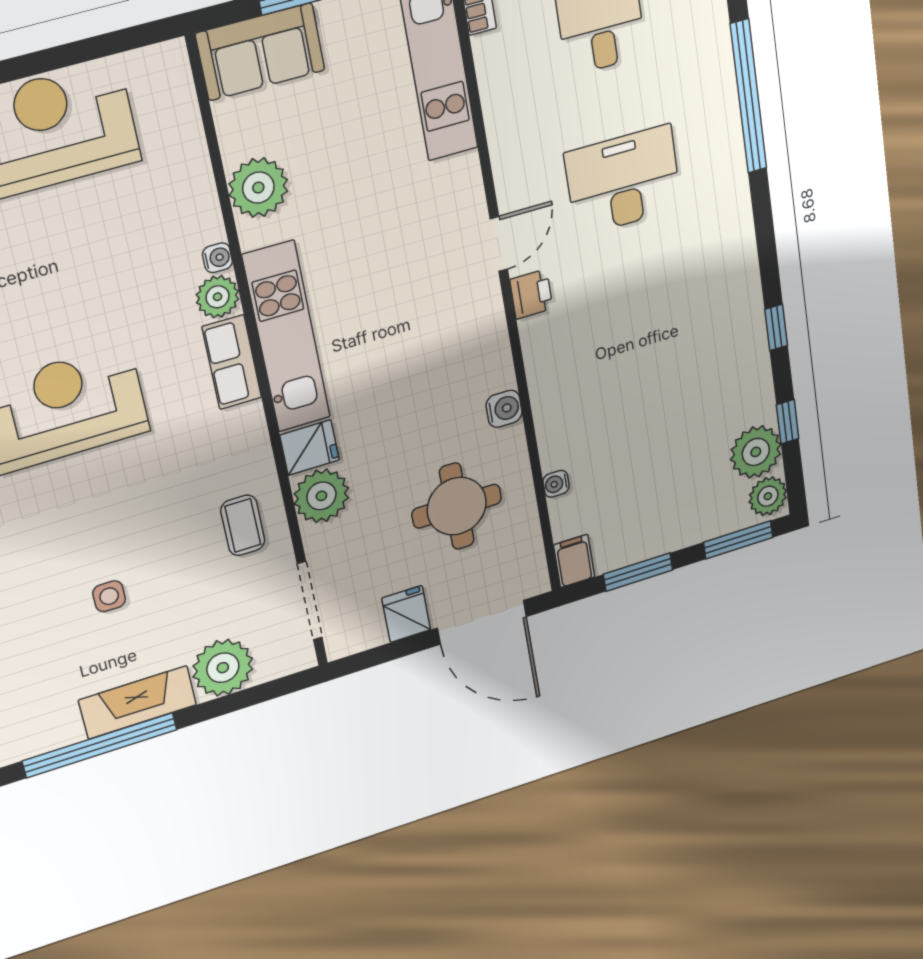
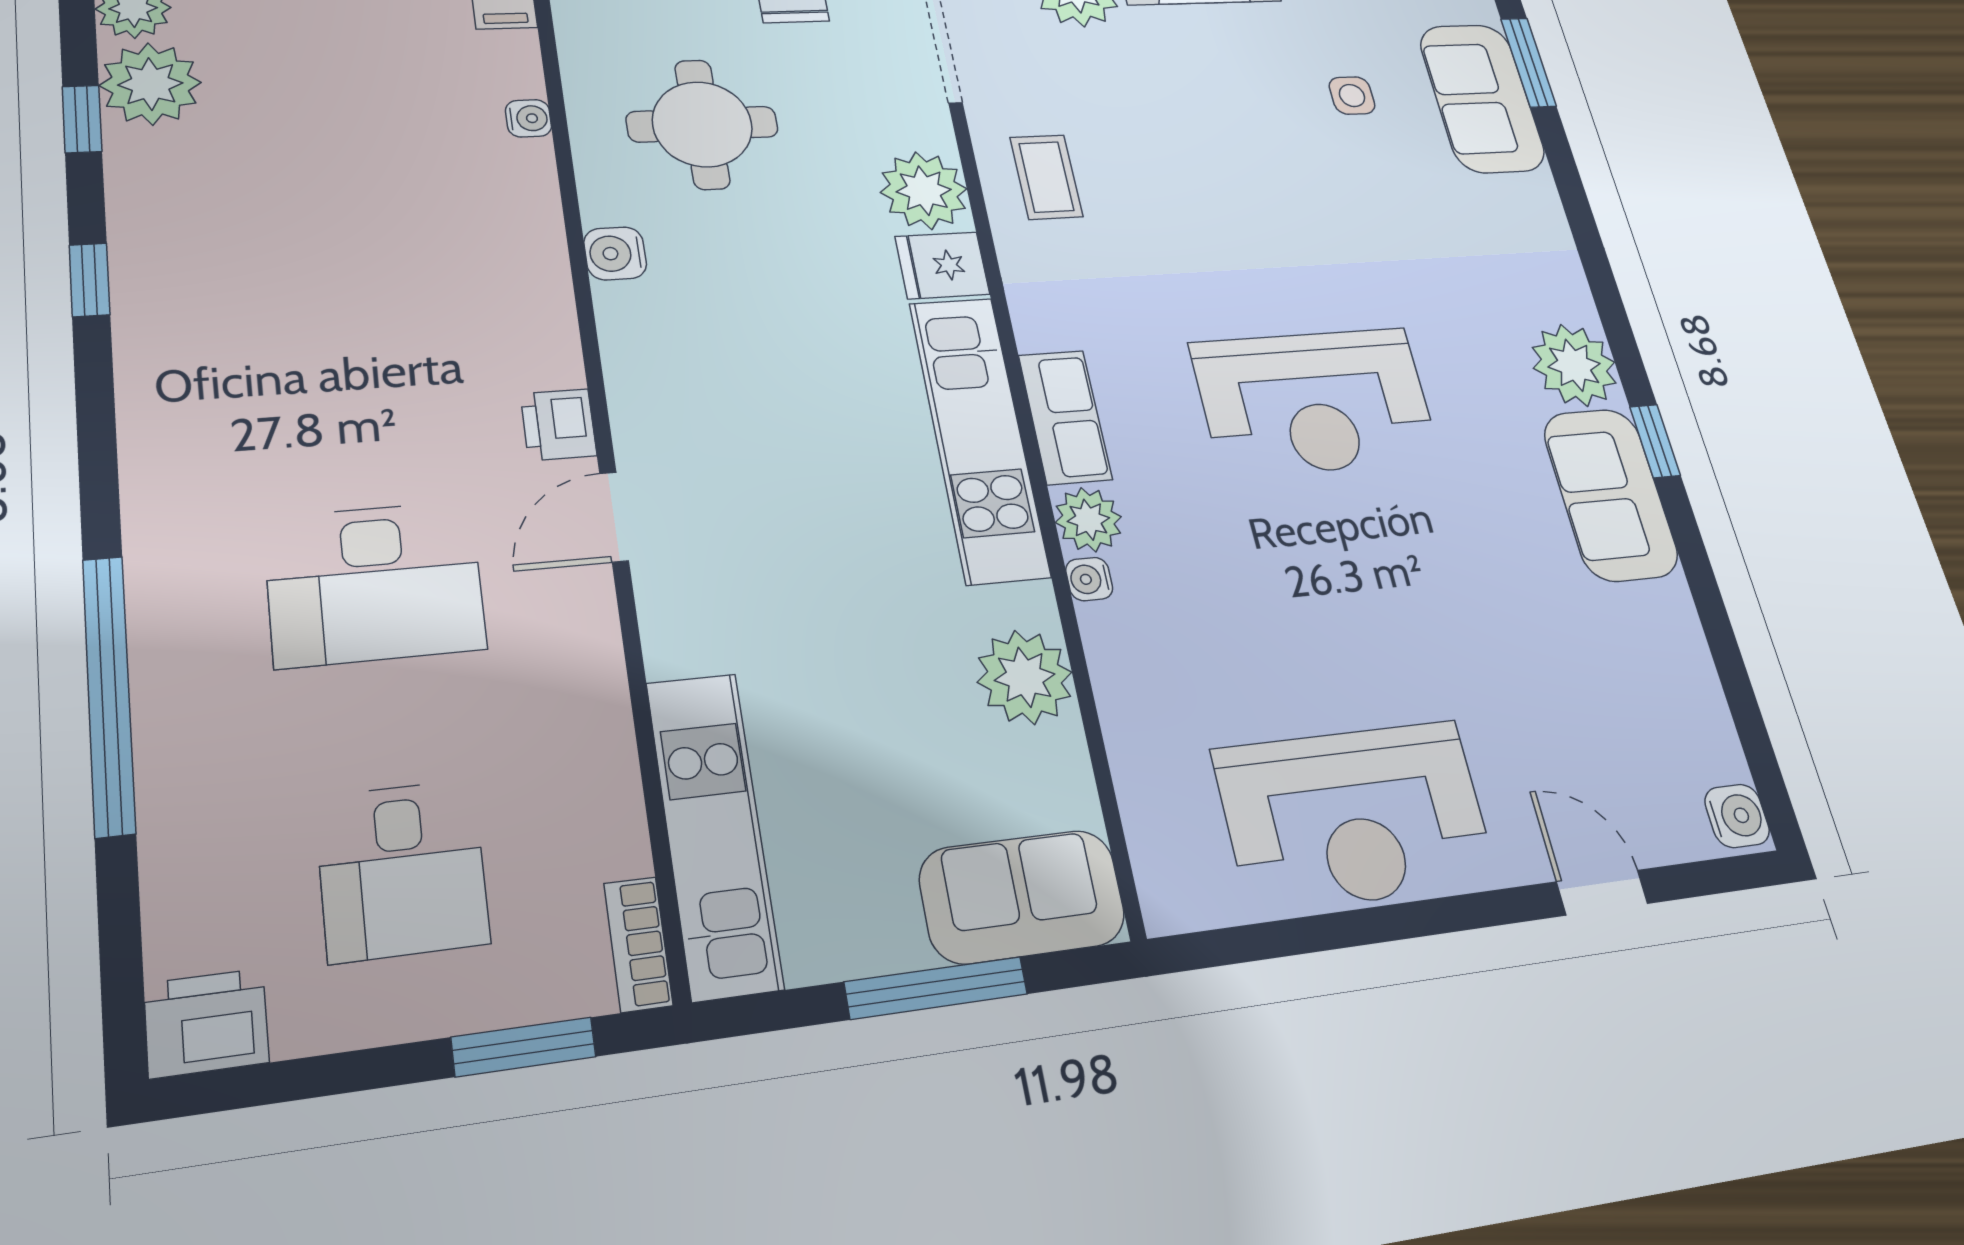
side table: (109, 596) -> (1352, 96), moved

